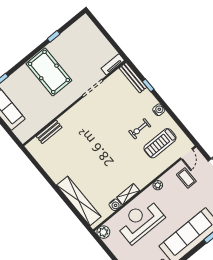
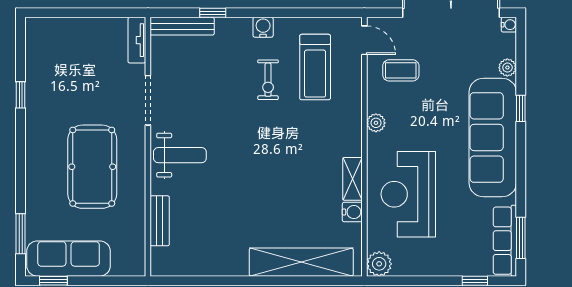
pool table: (49, 72) -> (92, 167), moved, turned 90
weight bench: (82, 119) -> (180, 155), added

